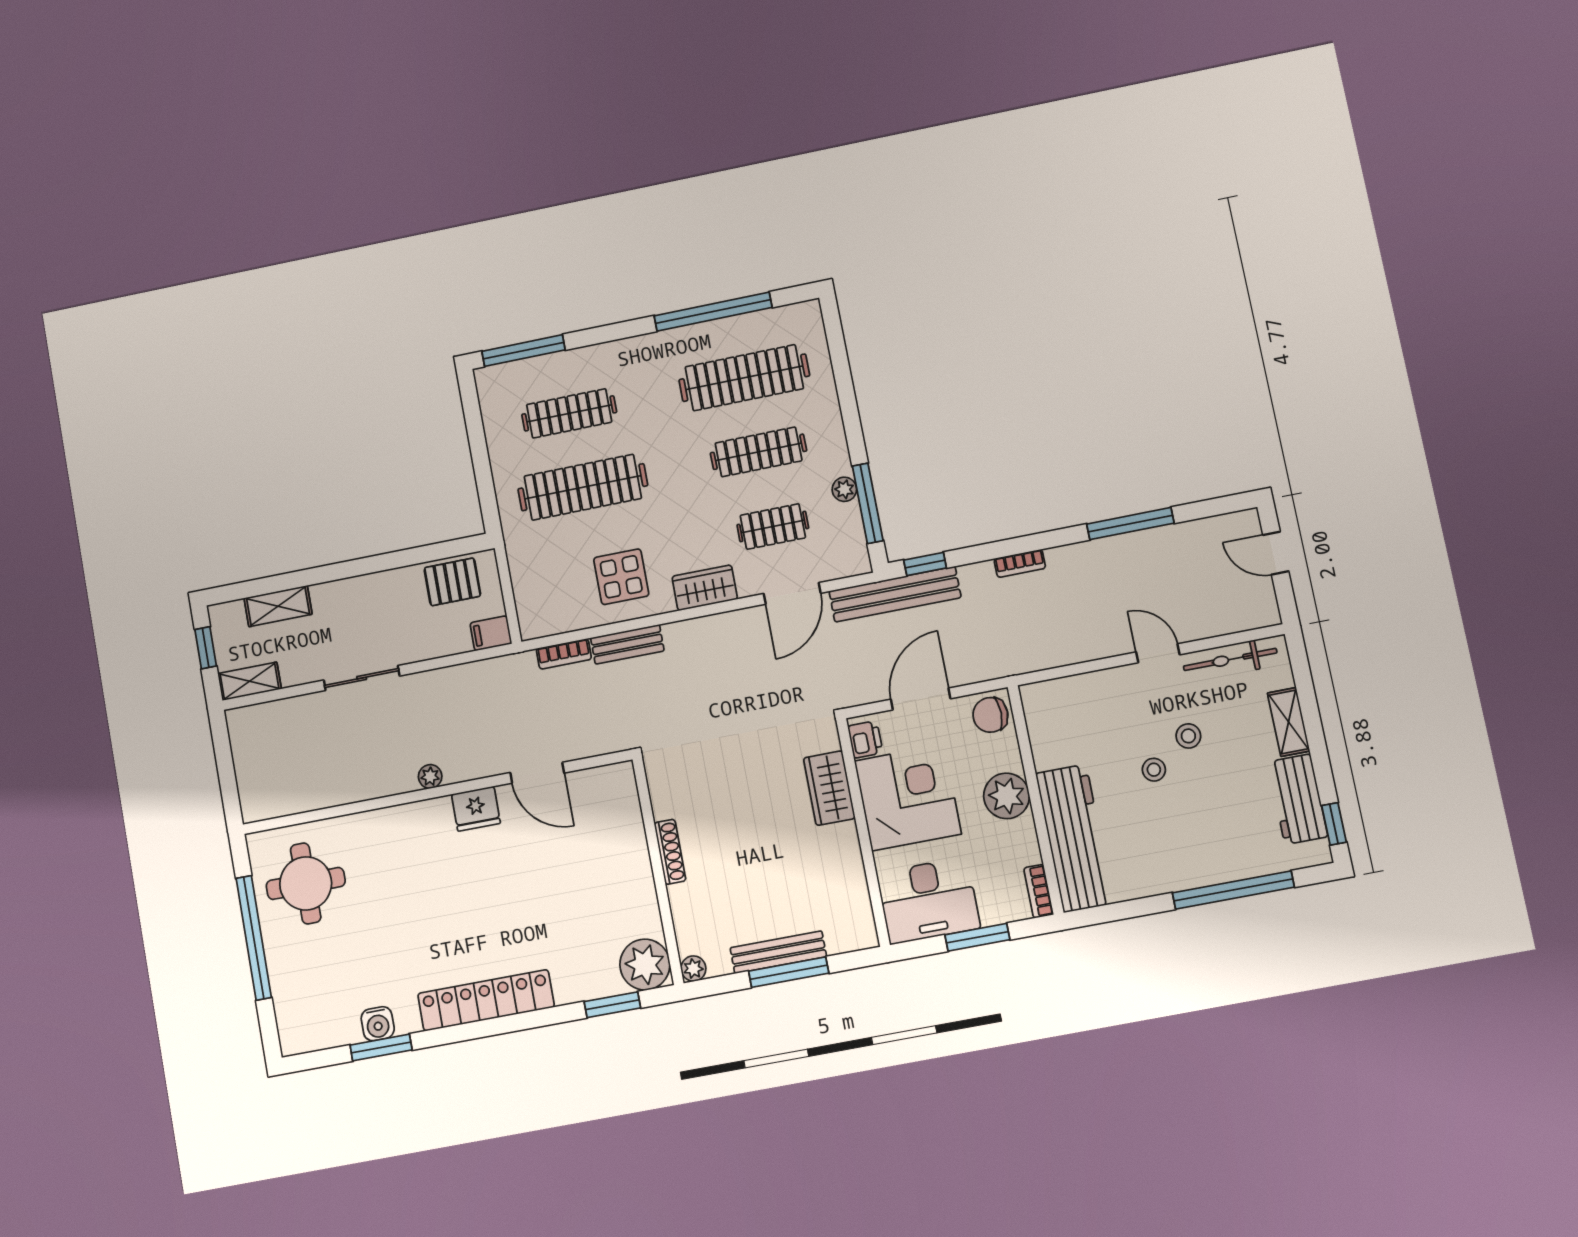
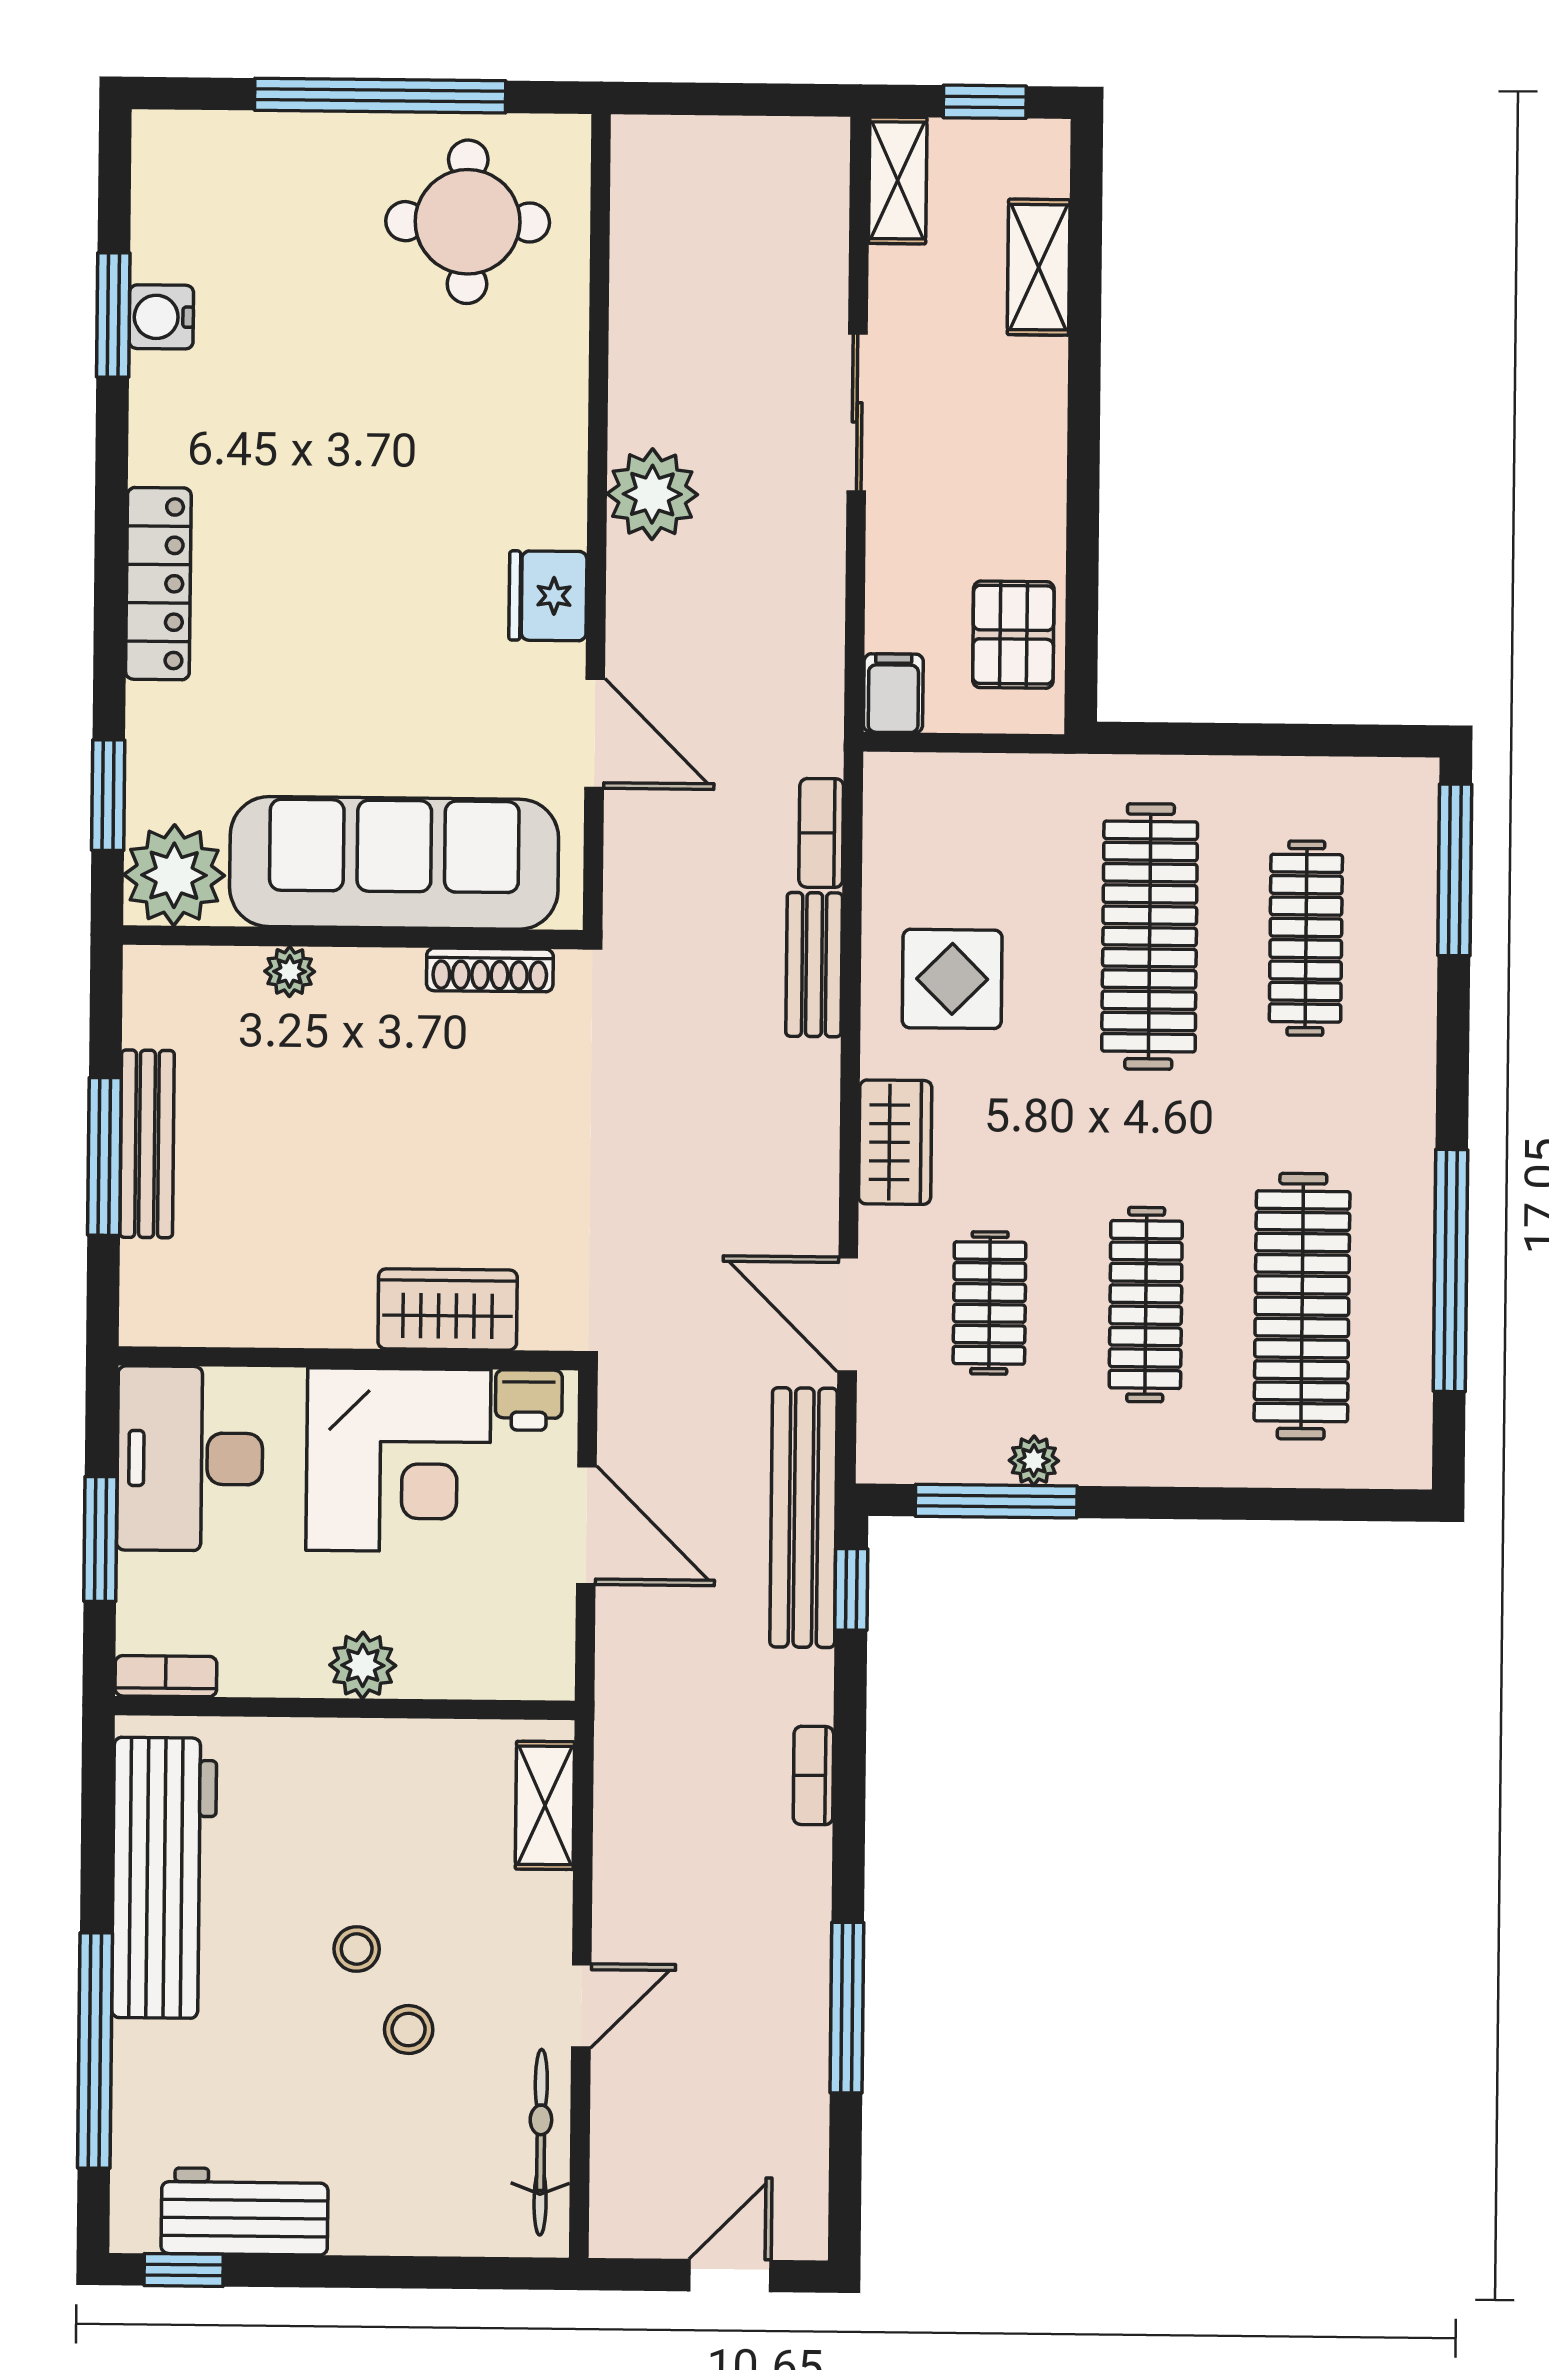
chair: (990, 715) -> (527, 1655), removed
shelving: (1289, 722) -> (545, 1805), moved, turned 90
door: (537, 773) -> (595, 733), swing flipped
plant: (430, 776) -> (652, 494), width x1.88, depth x1.88
plant: (1007, 796) -> (363, 1665), width x0.73, depth x0.73
workbench: (1075, 838) -> (164, 1878), moved, turned -90
shoe rack: (670, 852) -> (490, 970), moved
sofa: (618, 858) -> (394, 863), added
plant: (693, 969) -> (290, 971), moved
locker: (486, 1000) -> (158, 584), width x0.71, depth x0.83

